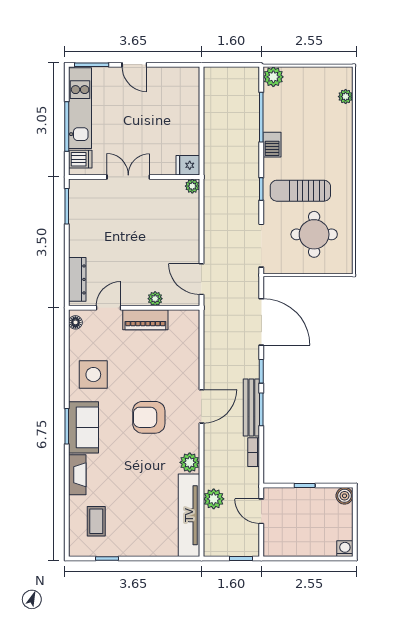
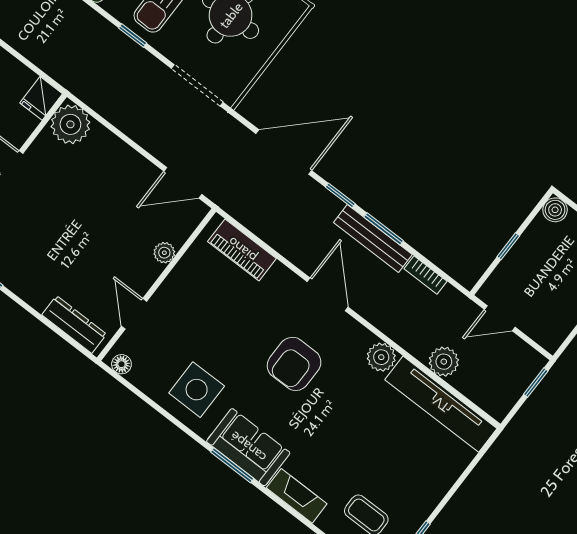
plant: (192, 186) -> (70, 124), width x1.88, depth x1.88
piano: (145, 320) -> (242, 250), moved, turned 90

